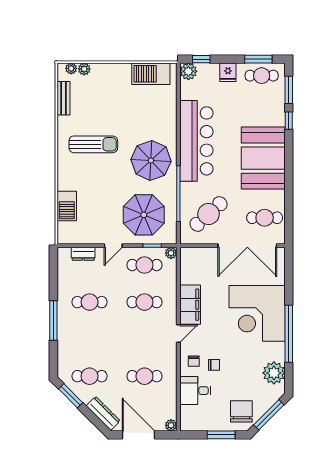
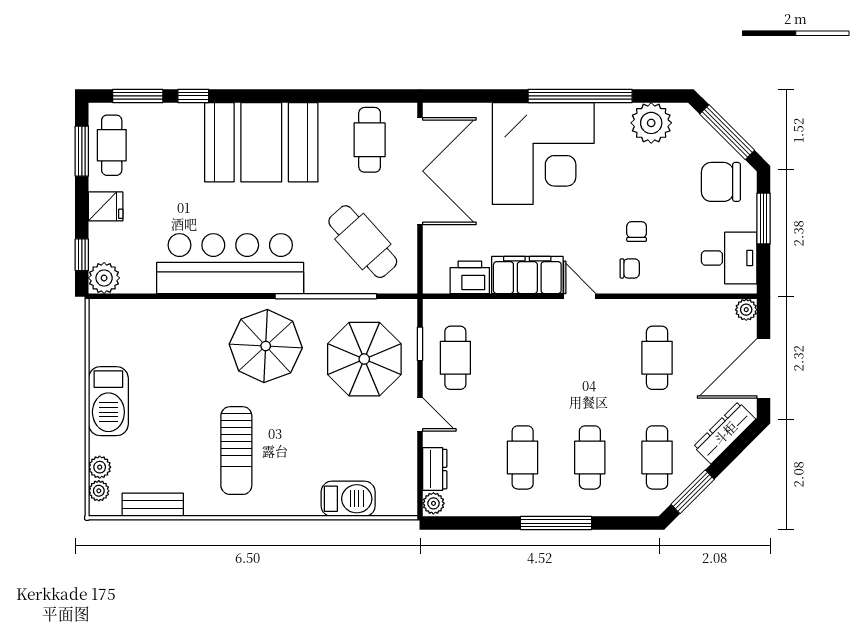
barbecue: (151, 74) -> (108, 401), moved
sun lounger: (93, 144) -> (236, 451), turned 180
plant: (171, 253) -> (433, 503), moved
printer: (189, 273) -> (470, 277), added
cafe table: (144, 302) -> (590, 457), moved
desk: (195, 391) -> (729, 258), moved, turned -90

